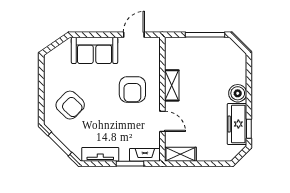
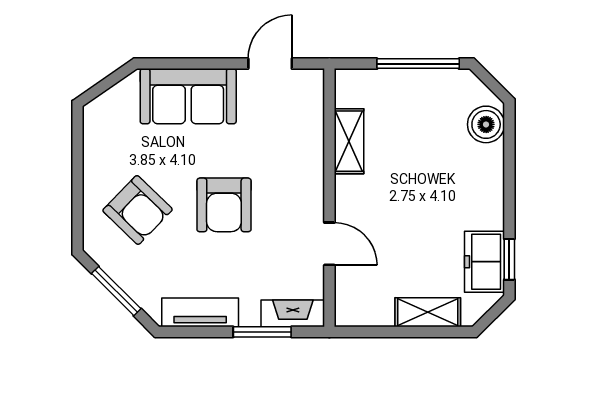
shelving: (172, 85) -> (349, 141), moved
armchair: (132, 90) -> (224, 205), moved
boiler: (238, 93) -> (486, 124), moved
freezer: (237, 124) -> (485, 262), width x0.71
shelving: (180, 154) -> (428, 312), moved

